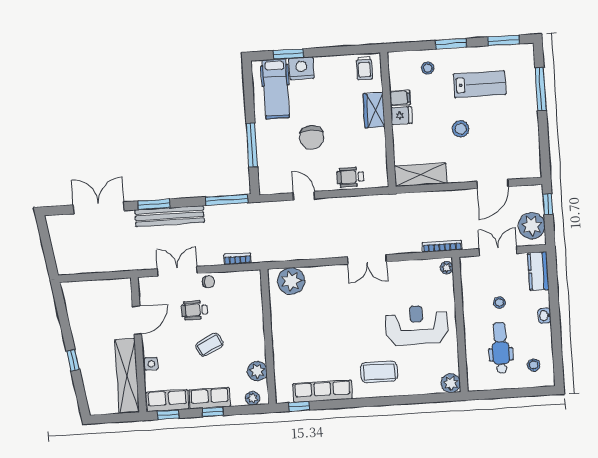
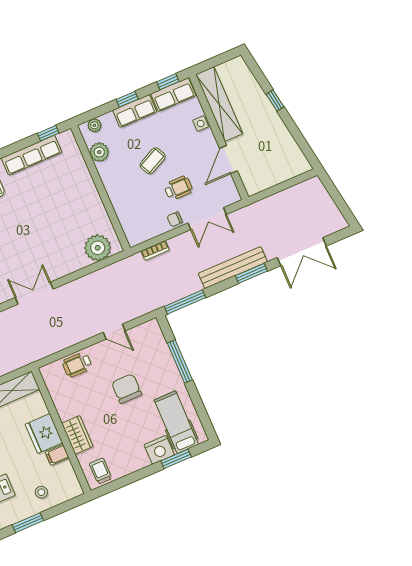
fridge: (401, 115) -> (44, 434), width x1.88, depth x1.34
wheelchair: (350, 177) -> (77, 365), turned 180

